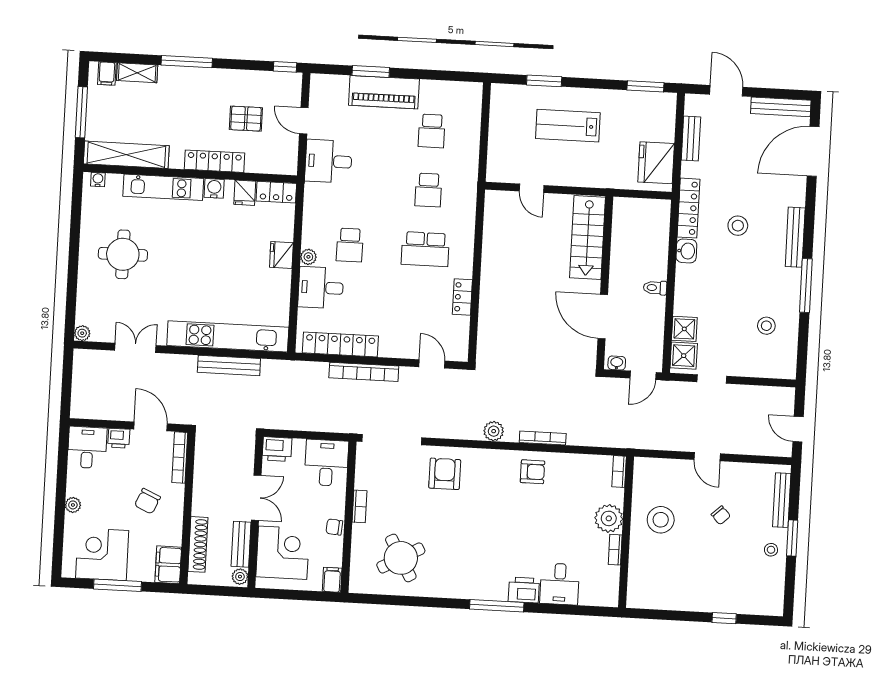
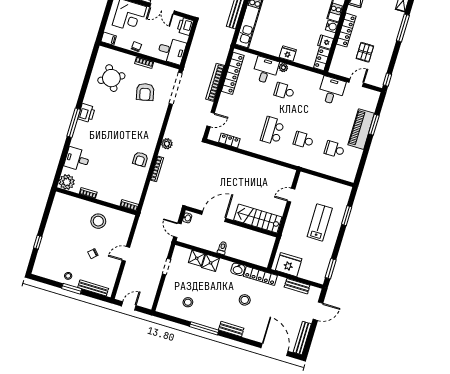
bench: (795, 237) -> (231, 329), width x0.73
locker: (462, 297) -> (229, 140), moved
shower: (684, 356) -> (211, 263), moved
armchair: (445, 474) -> (145, 92), moved, turned 77
plant: (609, 518) -> (67, 182), moved
printer: (524, 590) -> (86, 113), moved

